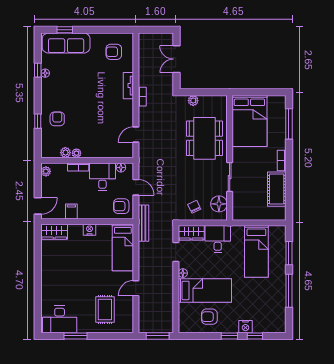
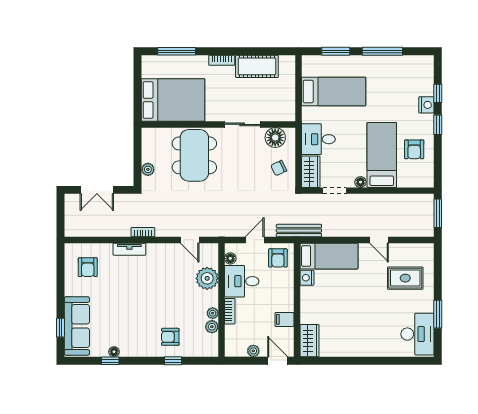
dining table: (204, 138) -> (194, 155), turned 90
plant: (105, 149) -> (207, 278), added
plant: (46, 171) -> (253, 351), moved
nightstand: (90, 230) -> (307, 278), moved

